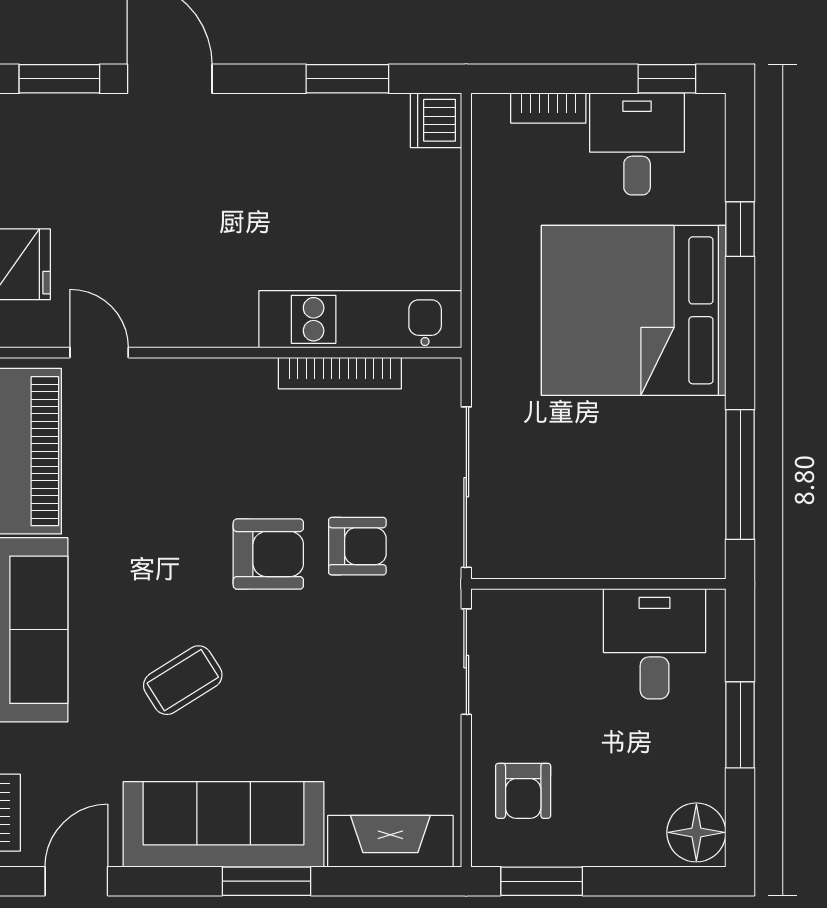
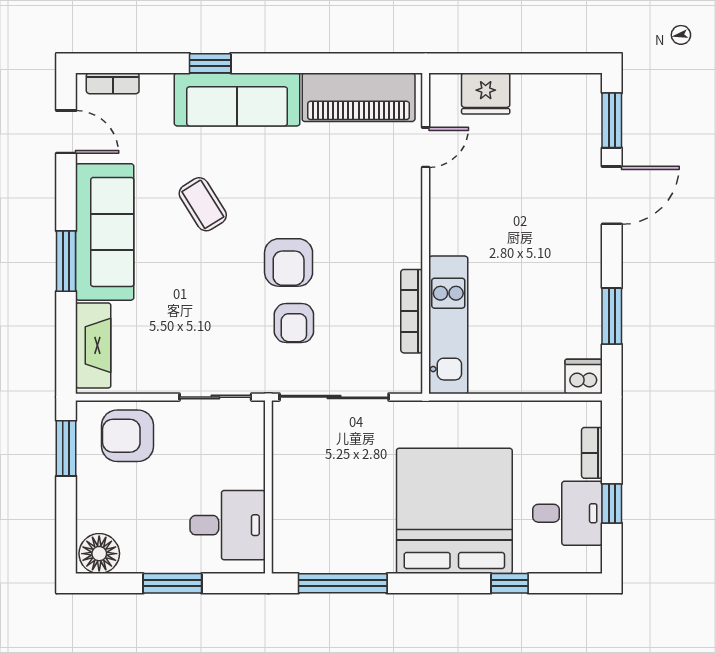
window: (667, 79) -> (612, 503), moved
armchair: (523, 791) -> (128, 436), width x1.38, depth x1.38

